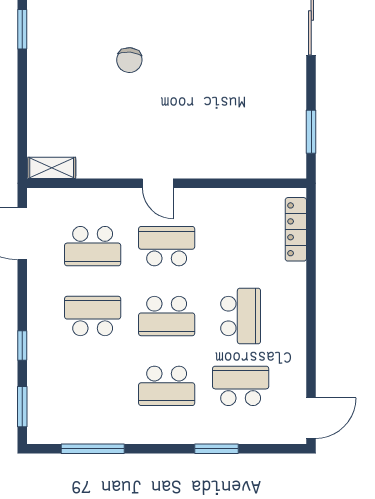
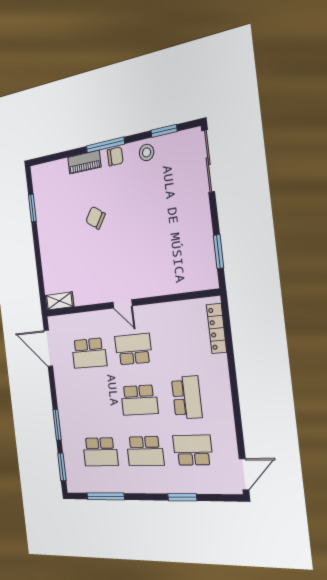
chair: (129, 60) -> (95, 218), turned 120
school desk: (93, 316) -> (100, 452), moved, turned 180
window: (22, 345) -> (57, 425), width x1.50

